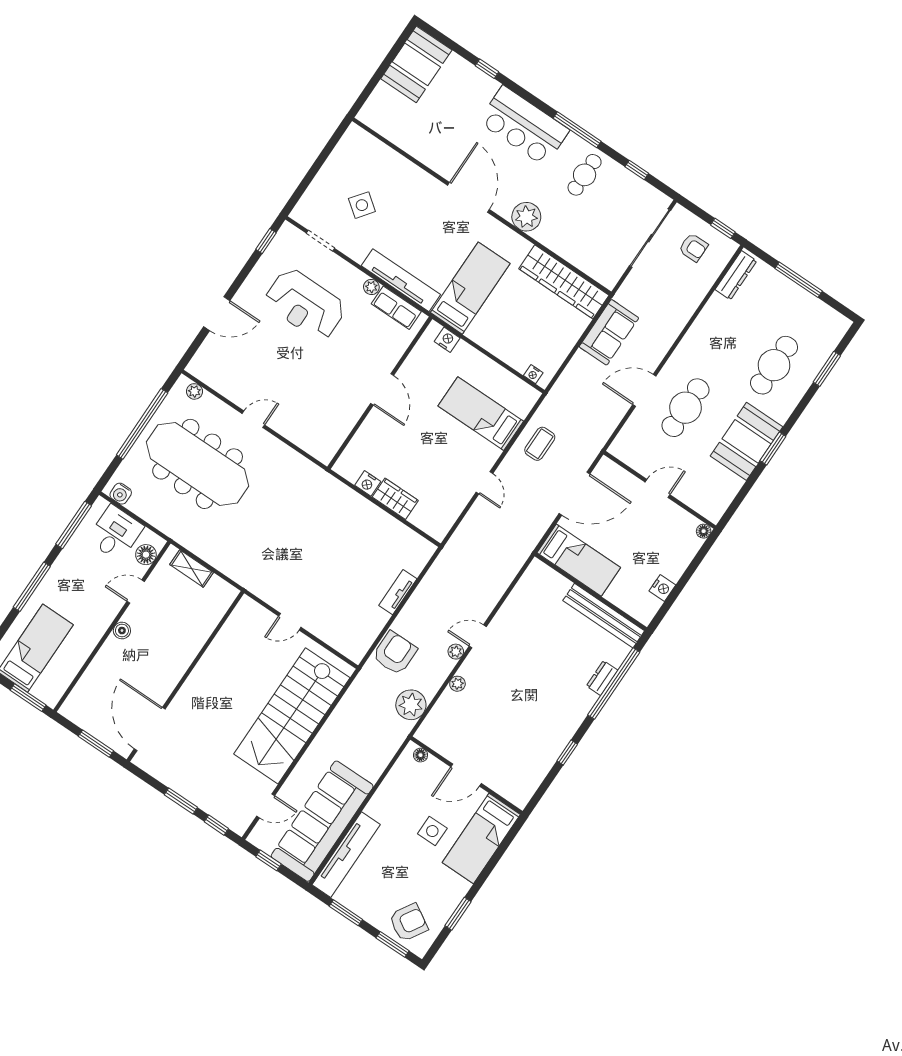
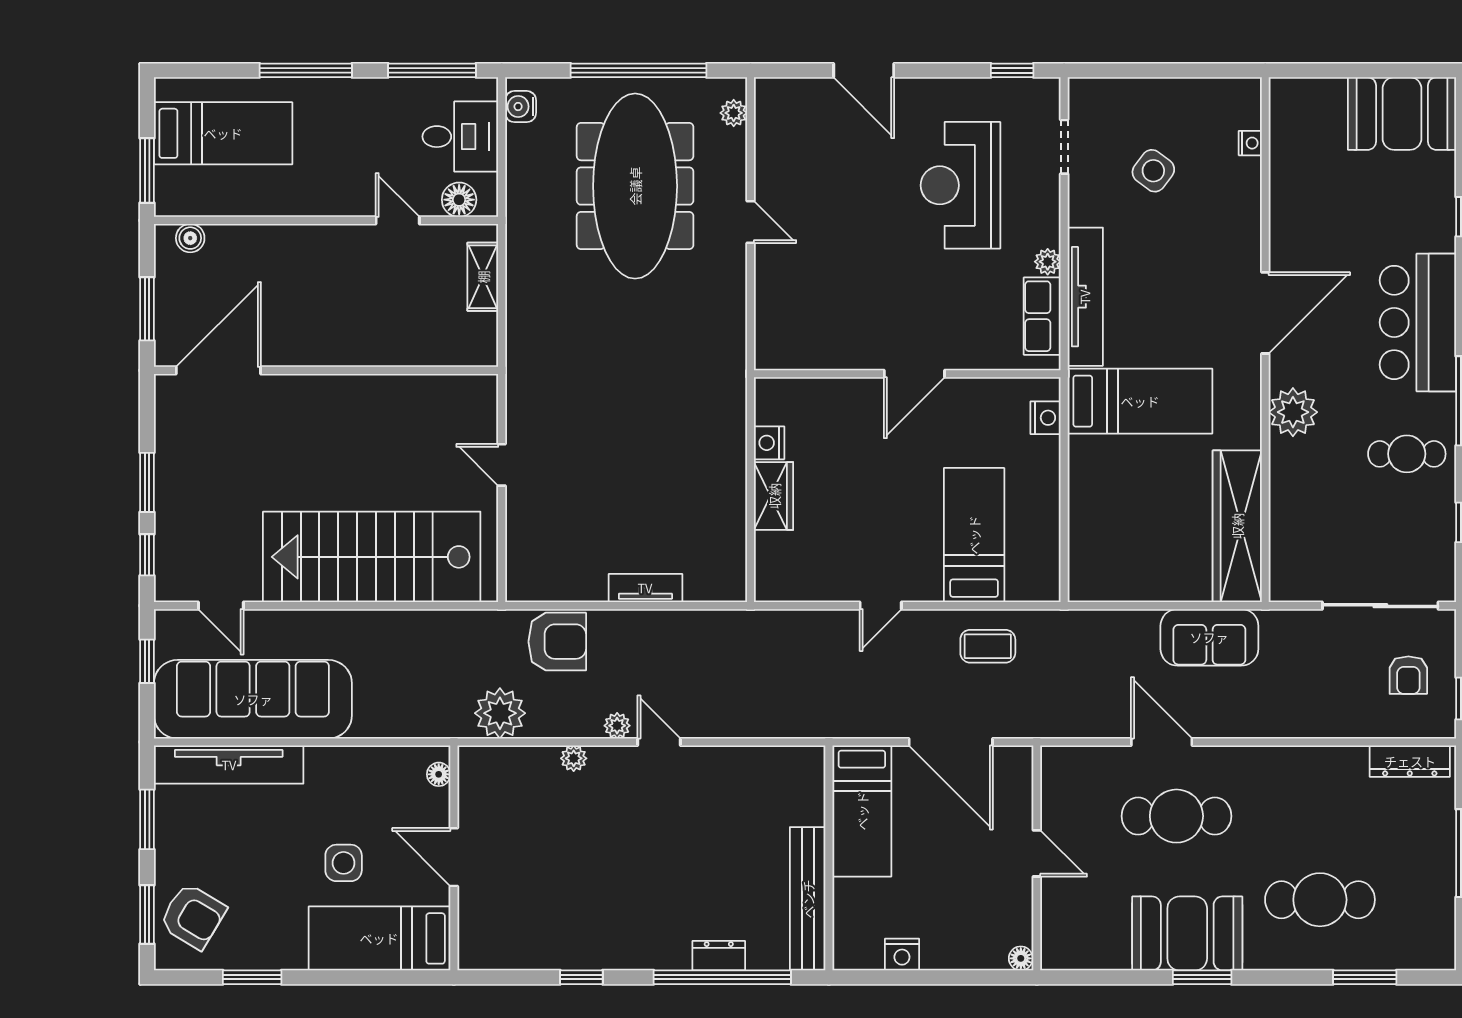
nightstand: (533, 374) -> (1250, 143), moved, turned 180
boiler: (122, 631) -> (190, 238), moved

